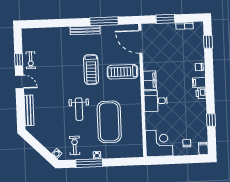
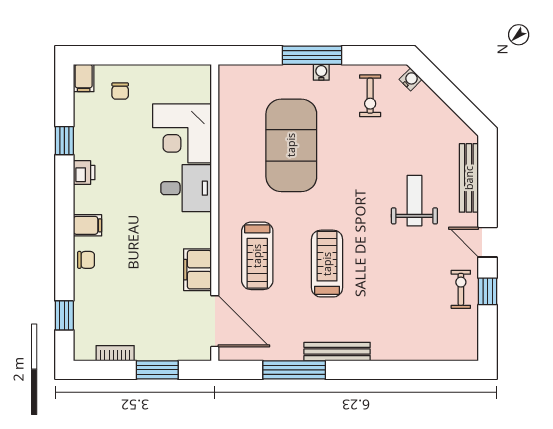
treadmill: (123, 72) -> (257, 256), turned 90
filing cabinet: (150, 80) -> (197, 270), moved
printer: (201, 93) -> (84, 173), moved
weight bench: (79, 109) -> (414, 201), moved
corner desk: (159, 143) -> (182, 133), moved
window: (89, 163) -> (312, 55), moved

